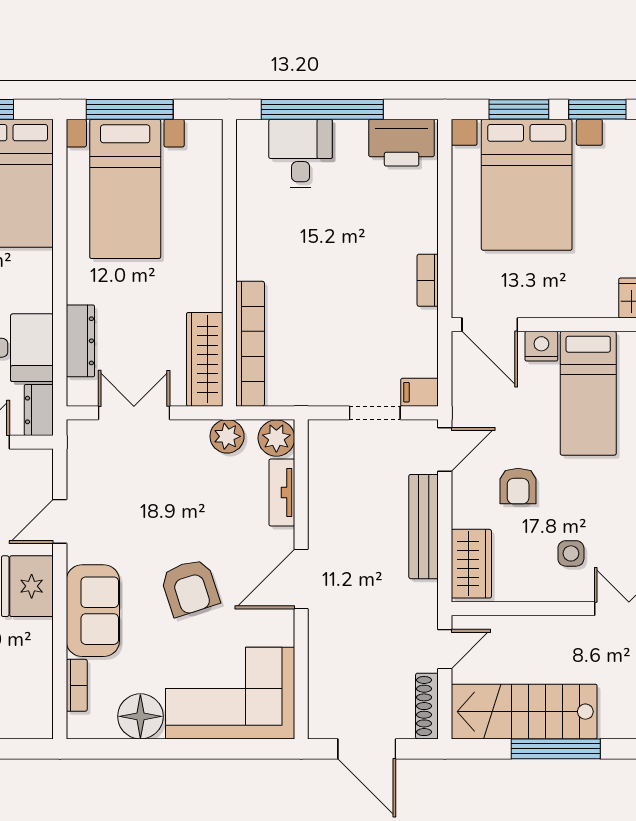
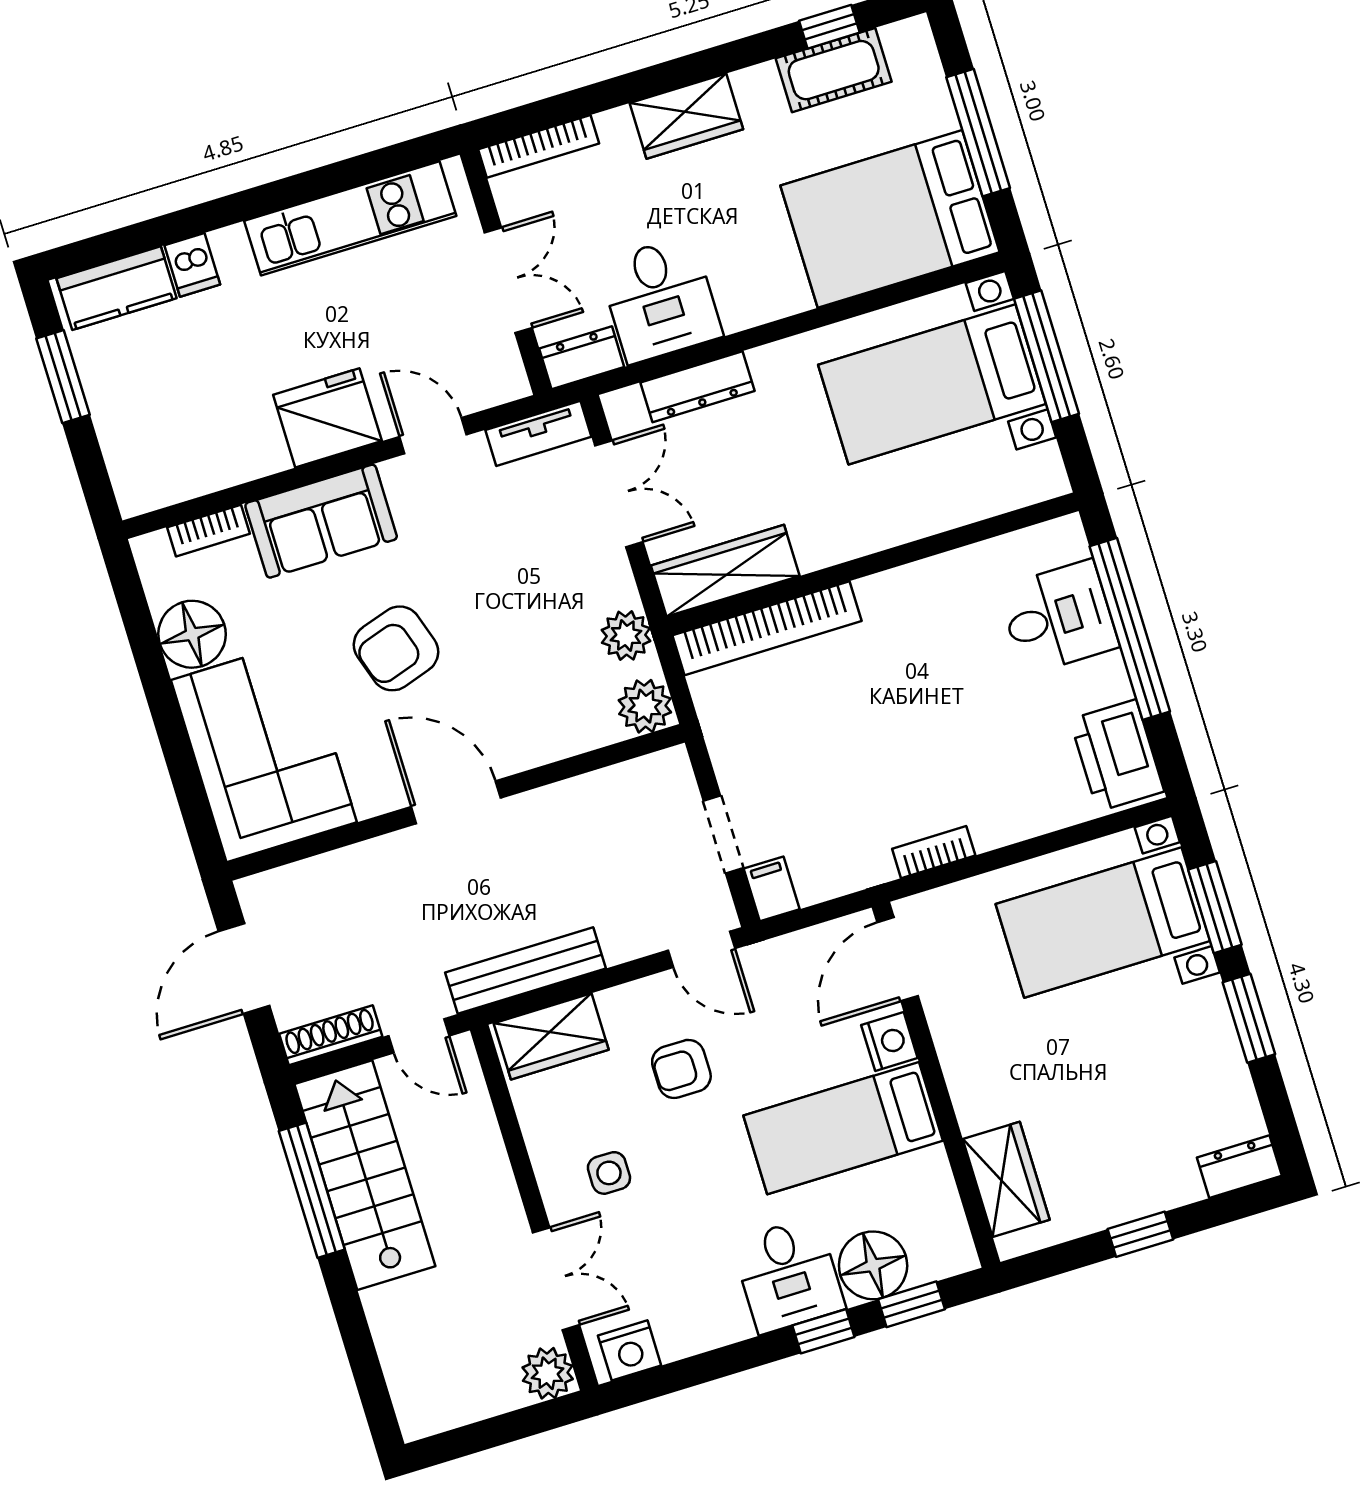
bed with nightstands: (527, 185) -> (1103, 923), width x0.73
tv unit: (282, 492) -> (538, 433), moved, turned 180
bench: (424, 527) -> (525, 970), moved
window: (556, 749) -> (312, 1190), moved

